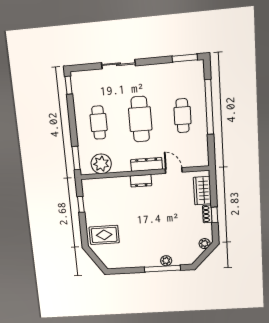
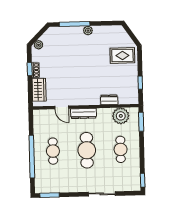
dresser: (141, 181) -> (109, 100), moved
plant: (166, 261) -> (88, 31), moved

